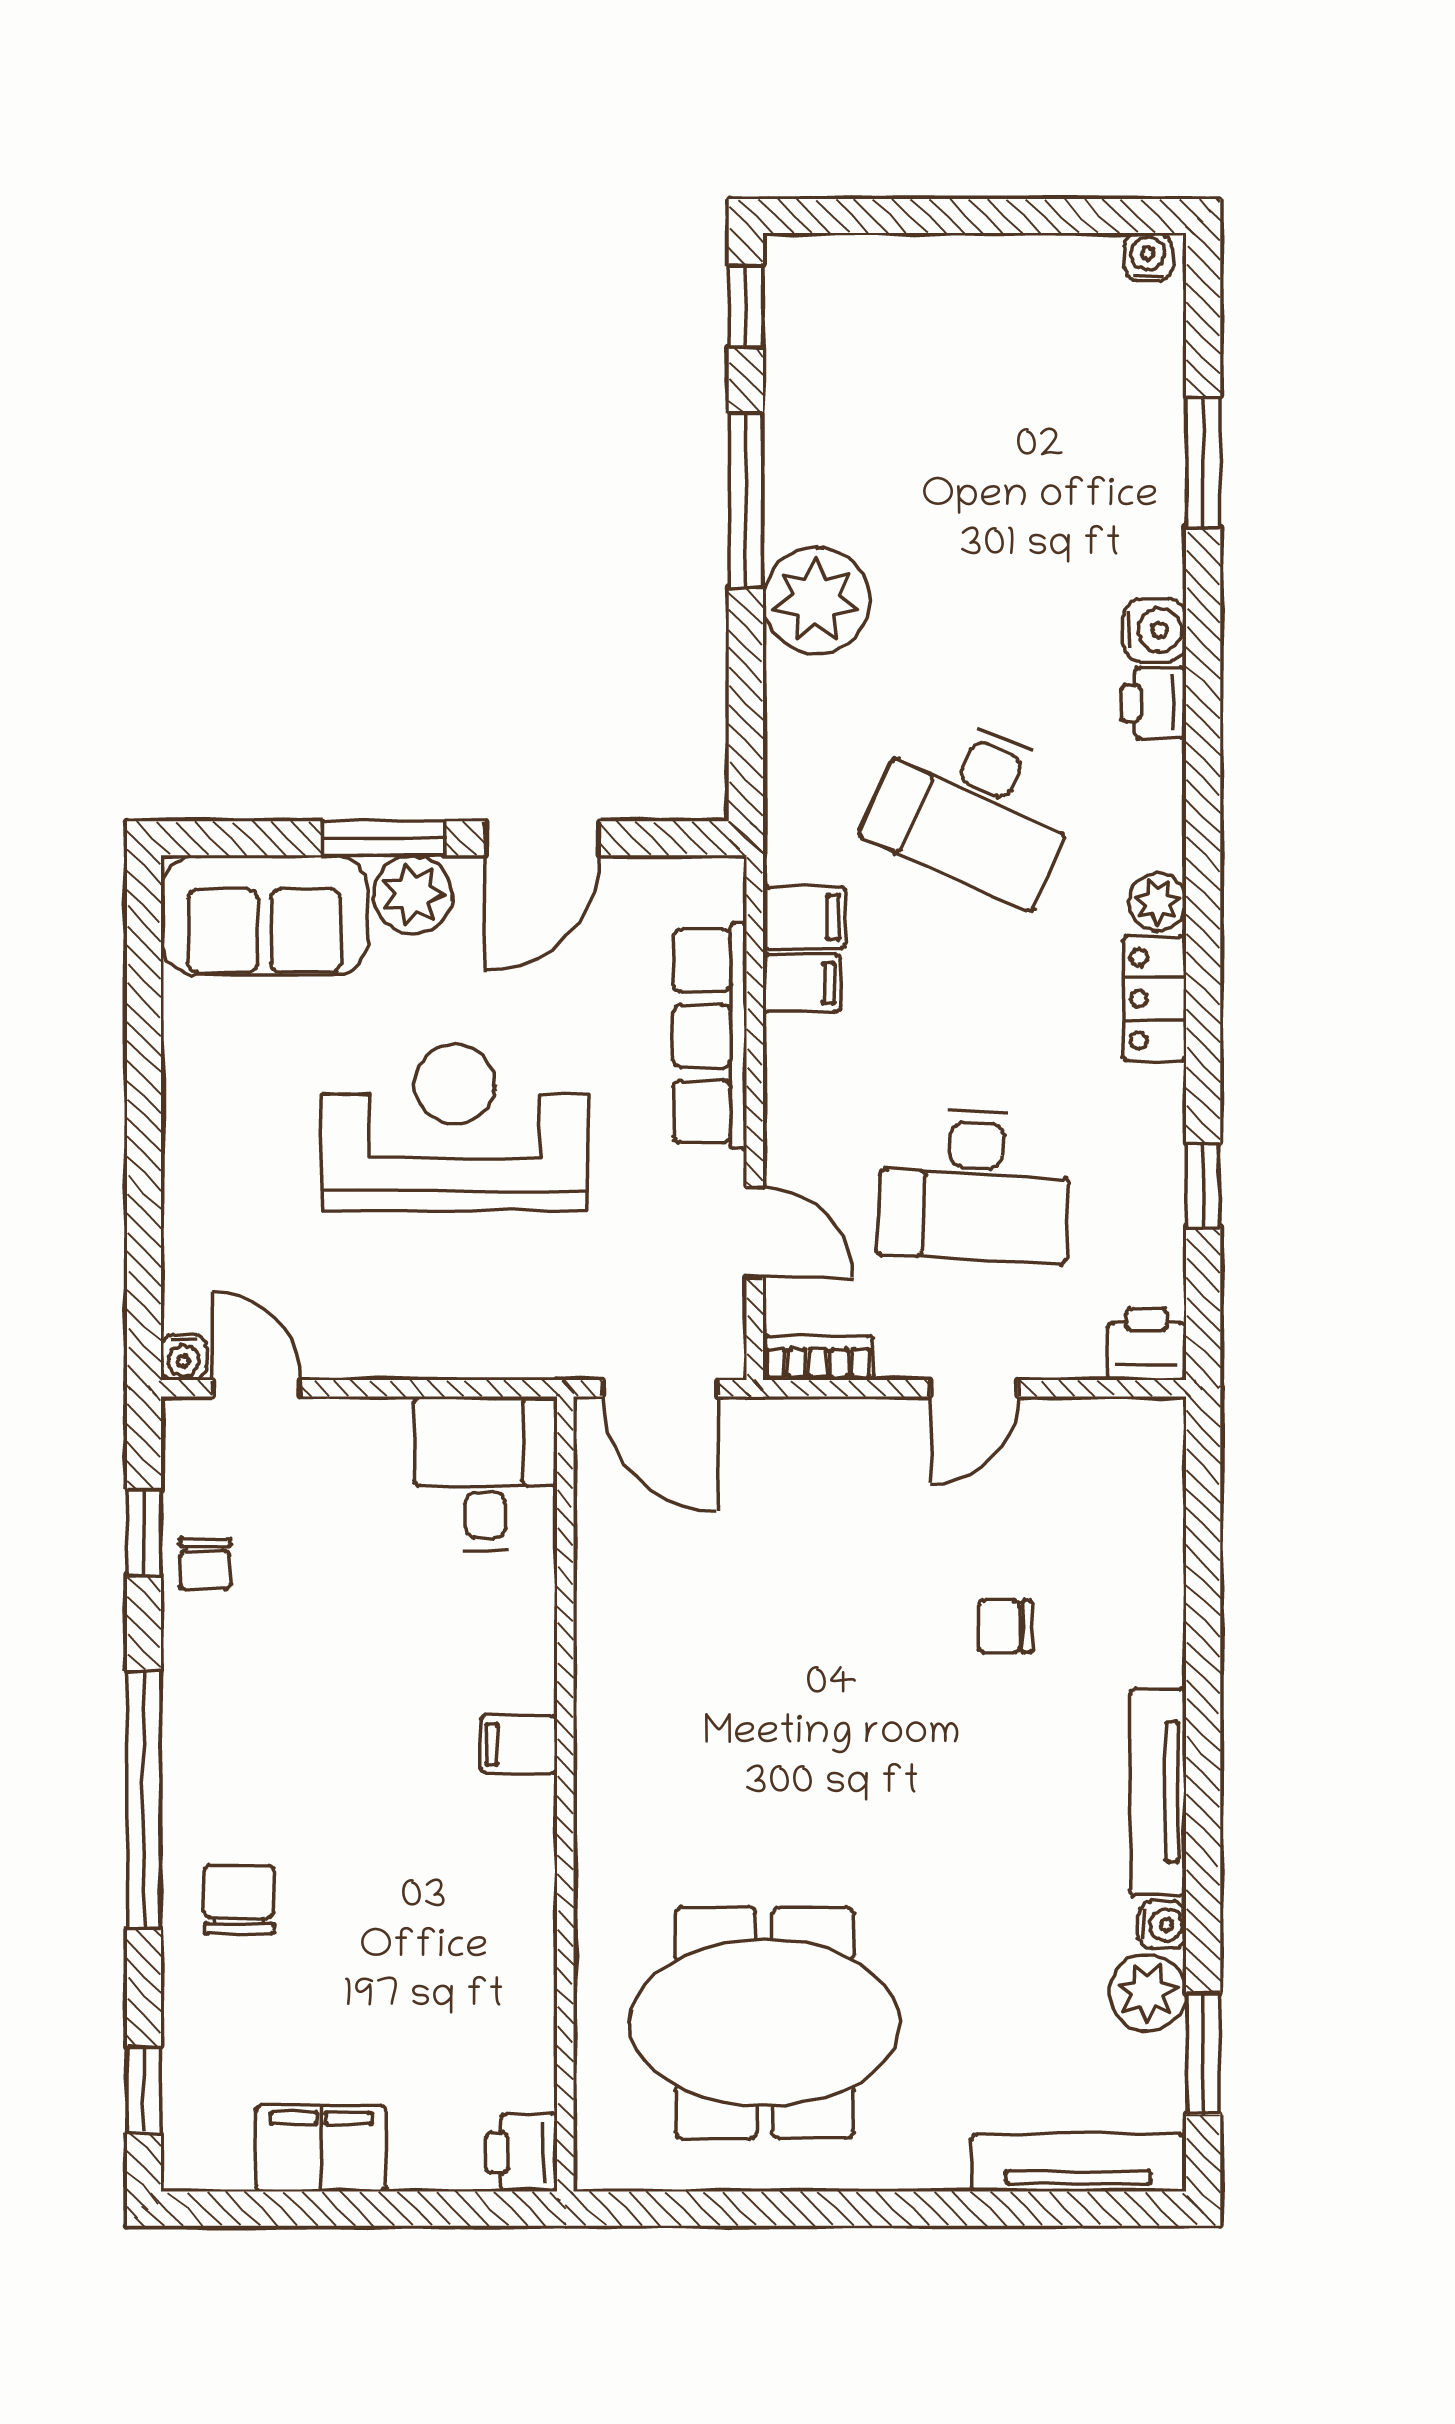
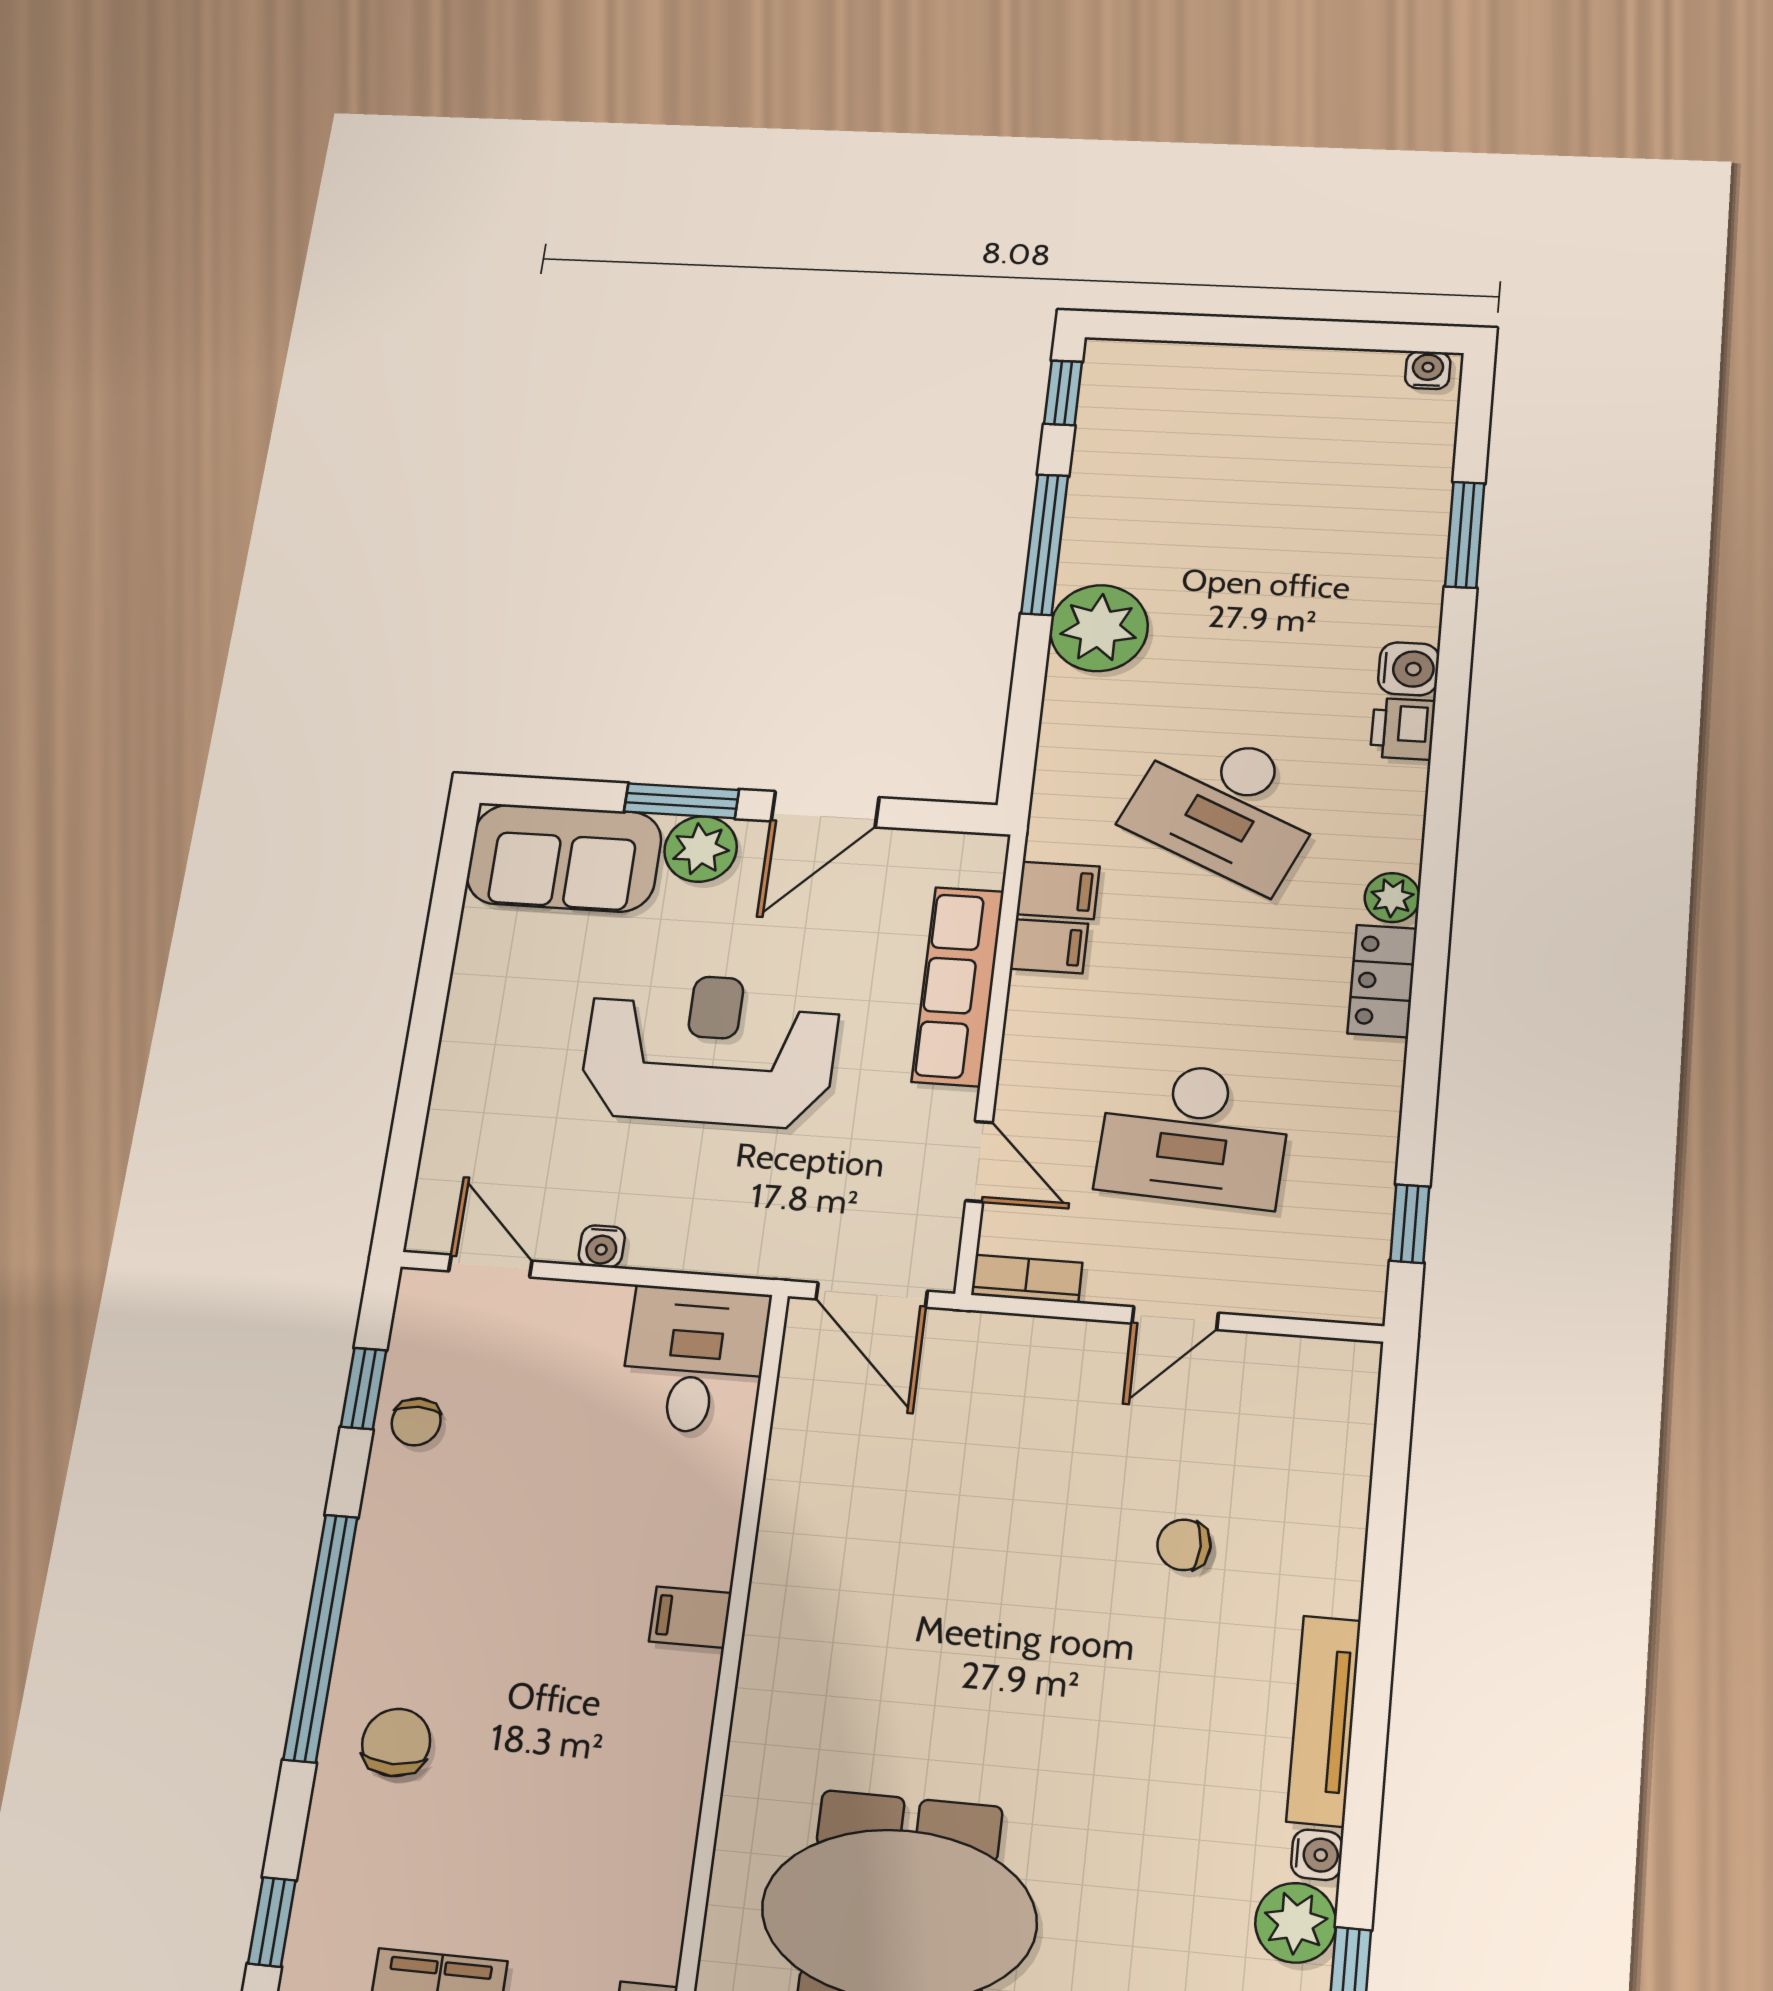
window: (1203, 1185) -> (1410, 1224), moved
printer: (1147, 1344) -> (1348, 1290), removed
water cooler: (184, 1357) -> (602, 1246), moved

